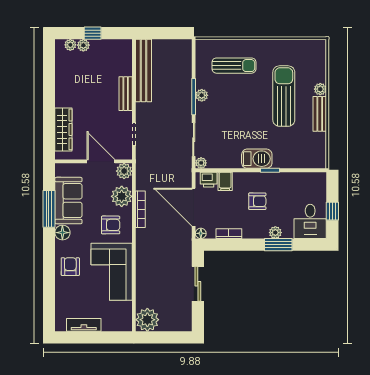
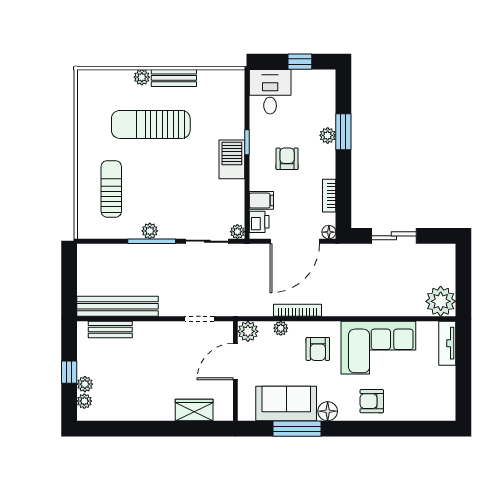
bench: (126, 94) -> (110, 329), moved
wardrobe: (63, 129) -> (194, 410), width x0.67
plant: (122, 196) -> (281, 328), width x0.53, depth x0.53
desk: (310, 221) -> (270, 92), moved, turned -90
armchair: (111, 225) -> (318, 349), turned 180
tv unit: (84, 325) -> (447, 343), moved

